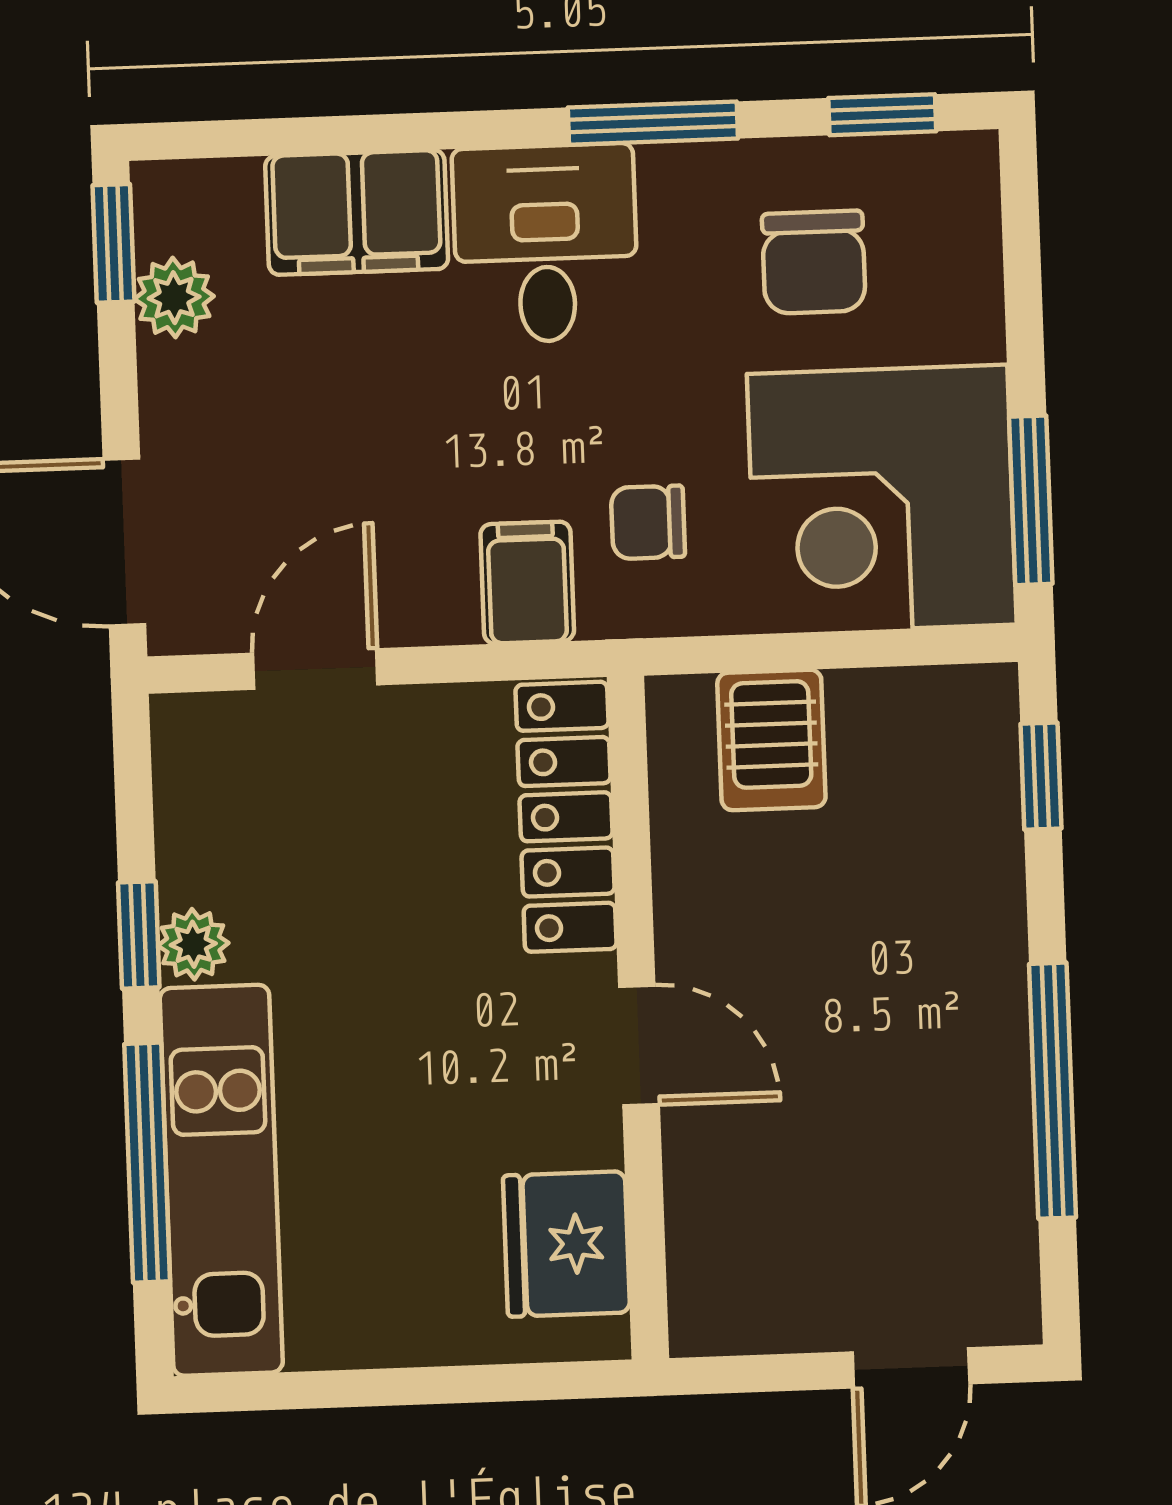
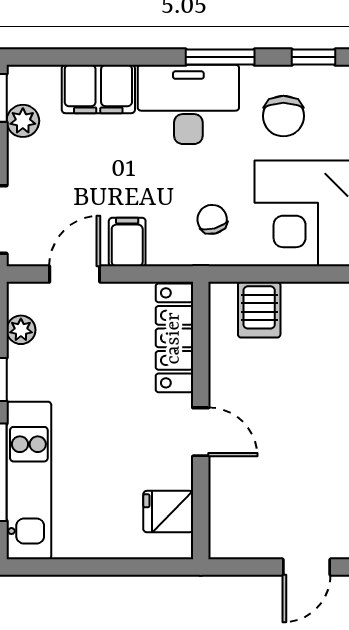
desk: (545, 243) -> (188, 104), width x1.37
chair: (648, 522) -> (212, 219), turned 75
filing cabinet: (527, 583) -> (127, 242), moved
plant: (193, 944) -> (21, 330), moved
fridge: (566, 1244) -> (168, 512), width x0.72

